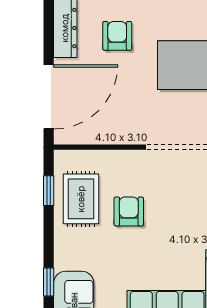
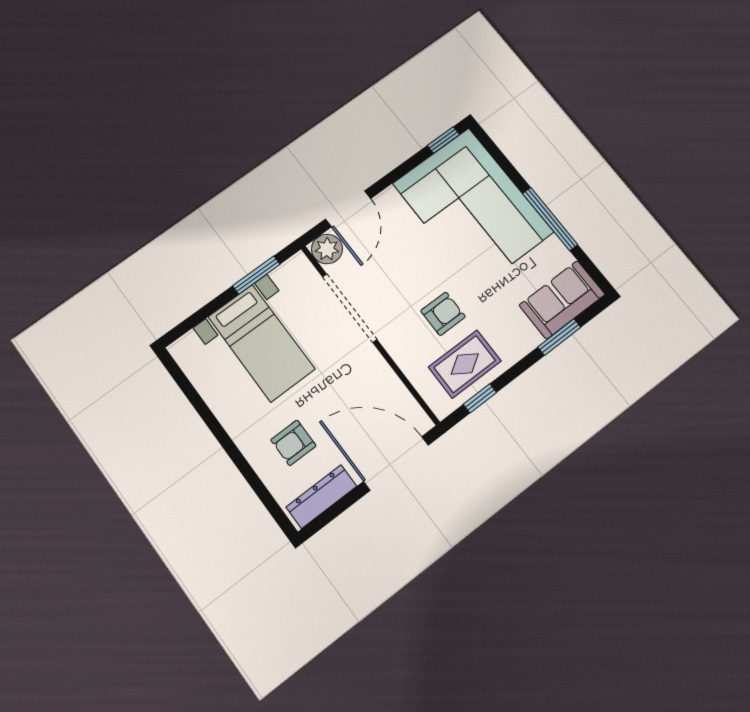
armchair: (129, 211) -> (443, 314), turned 180
window: (49, 282) -> (559, 337), width x1.50

